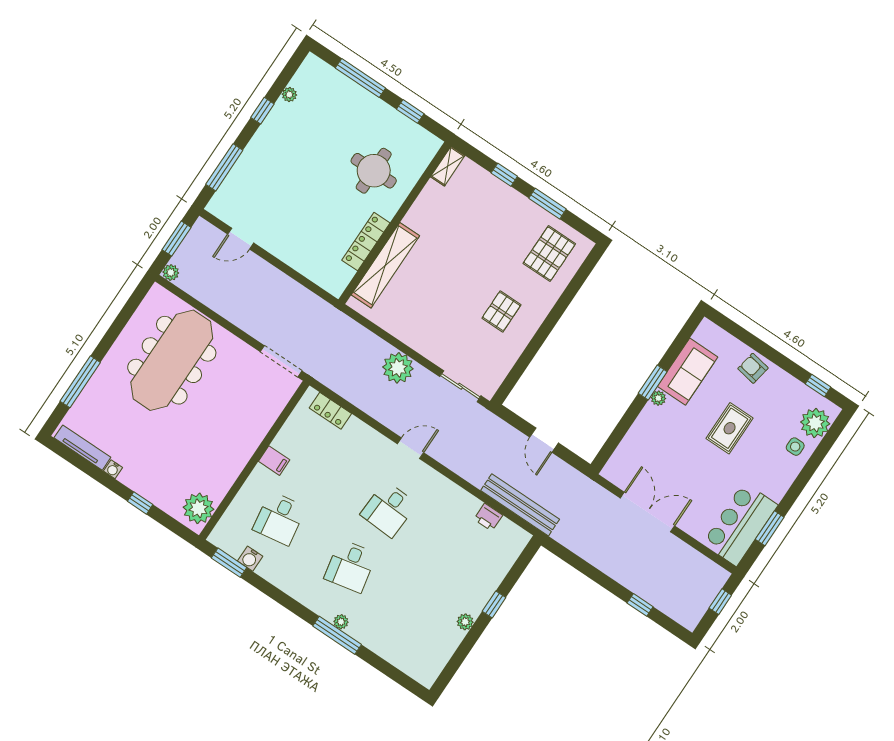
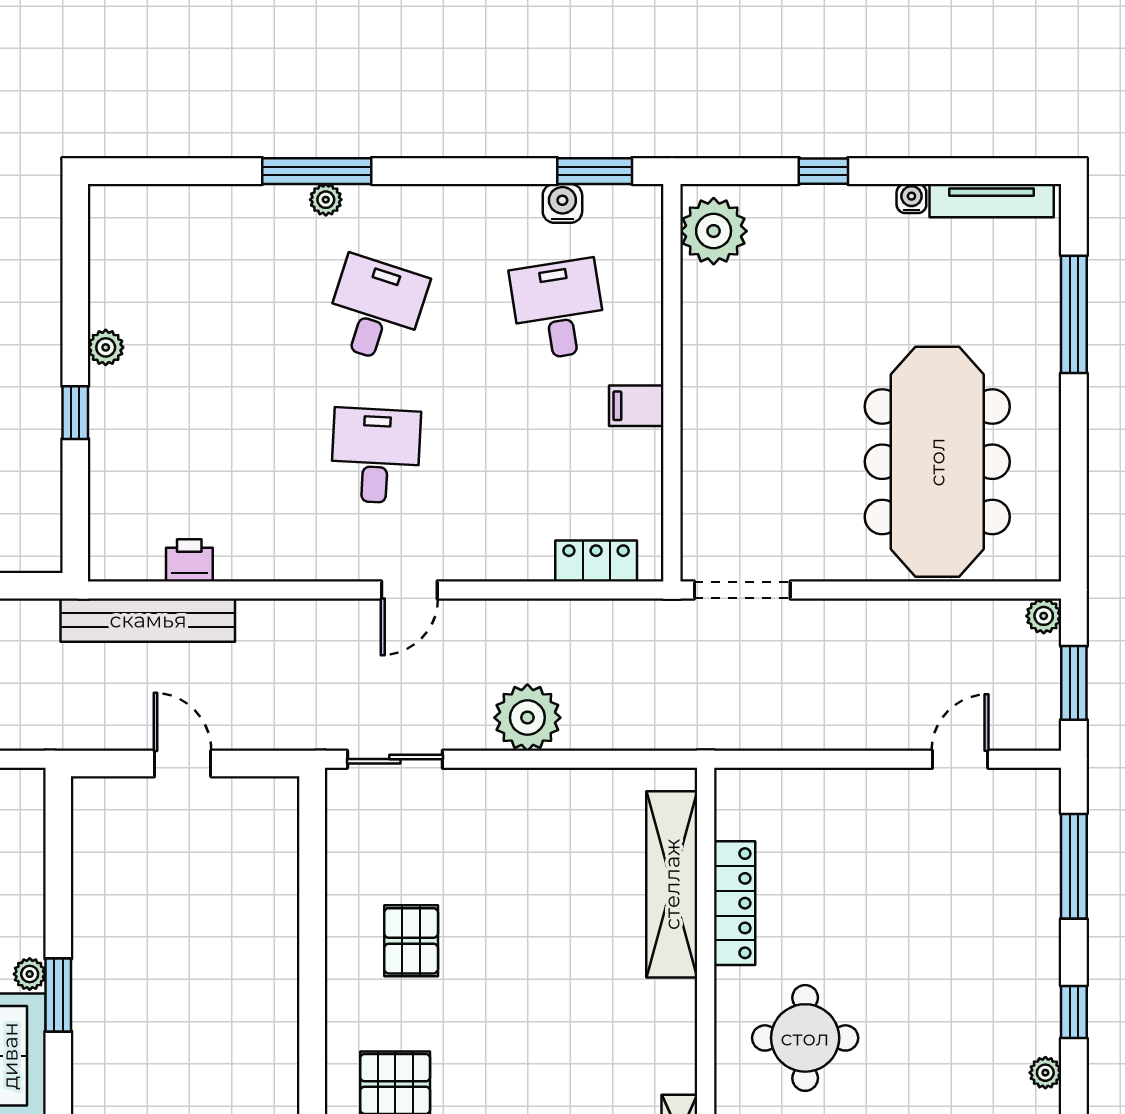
desk: (350, 566) -> (376, 310), turned 30

